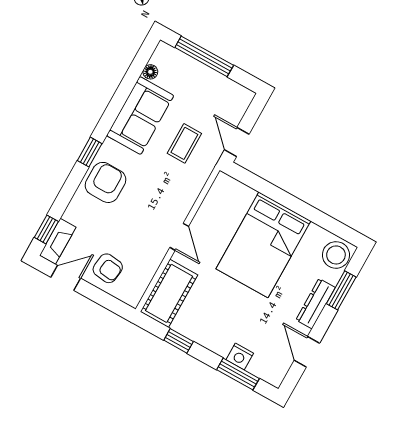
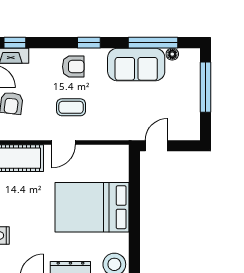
window: (127, 85) -> (153, 43), added
coffee table: (184, 143) -> (71, 107), moved
armchair: (106, 182) -> (73, 67), width x0.72, depth x0.72

